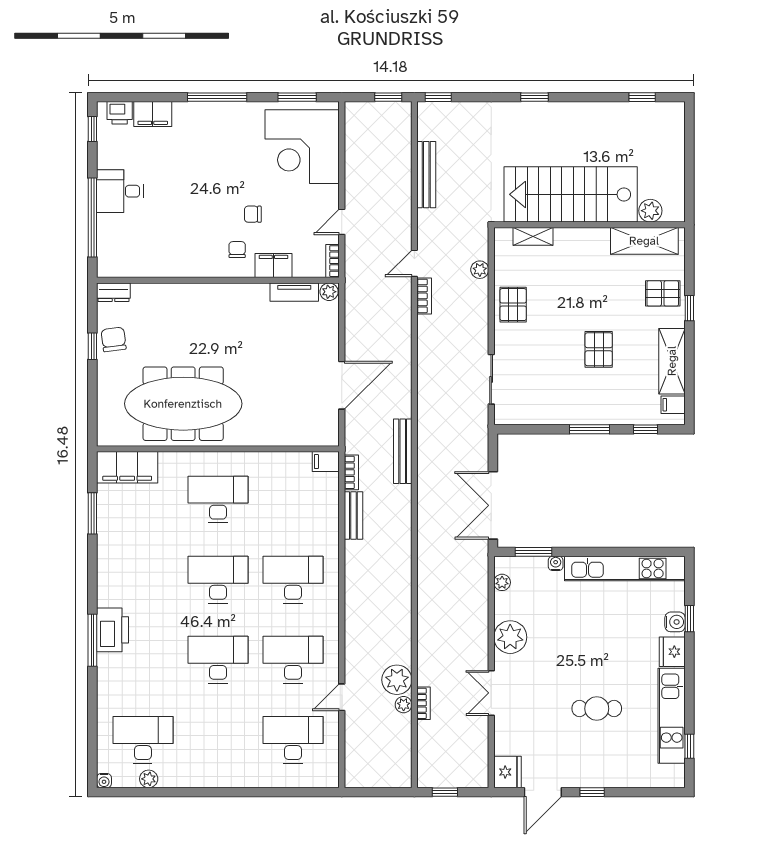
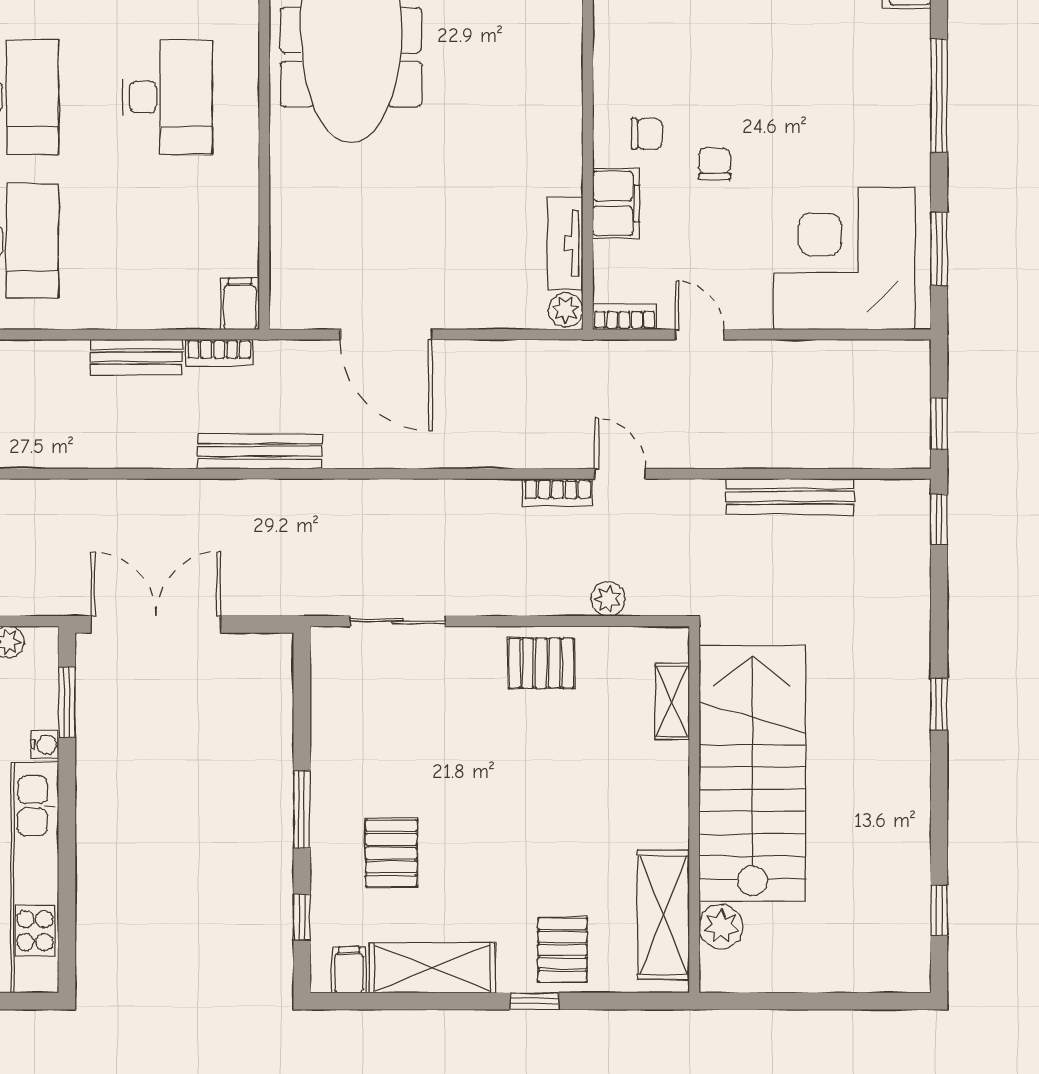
pallet: (599, 349) -> (391, 853), moved, turned 90

